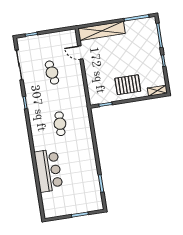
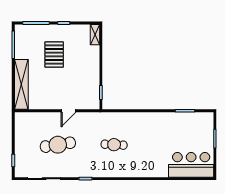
door: (80, 52) -> (69, 111), moved
cafe table: (52, 73) -> (58, 145), width x1.37, depth x1.35
pallet: (128, 85) -> (54, 55), moved
bar counter: (48, 171) -> (191, 165), moved

